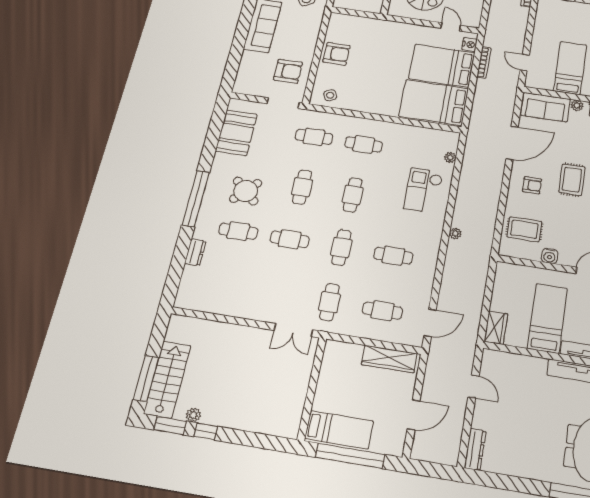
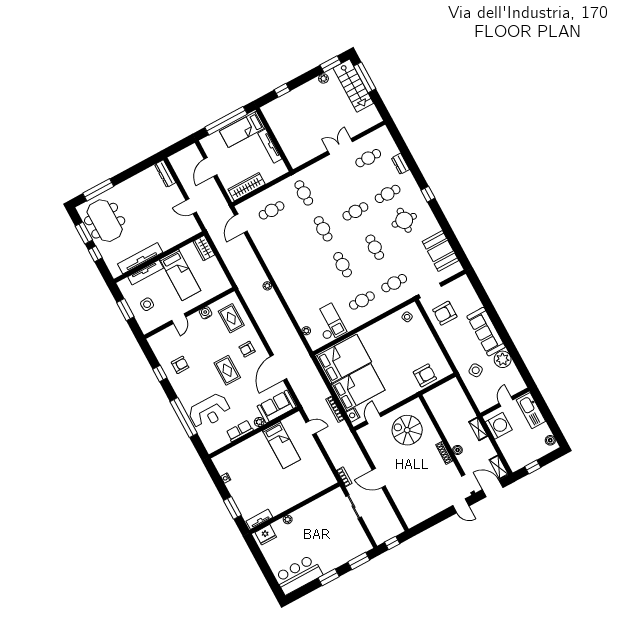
door: (451, 27) -> (374, 419), swing flipped
armchair: (336, 54) -> (425, 375), moved, turned 180
checkout: (423, 190) -> (329, 323), moved
round table: (246, 191) -> (404, 220), turned -38
window: (196, 199) -> (428, 194), width x0.32
rug: (524, 229) -> (231, 318), turned 90
cafe table: (393, 256) -> (368, 158), moved
double door: (293, 330) -> (340, 146), moved
tv unit: (323, 385) -> (270, 146), added
window: (206, 431) -> (282, 90), moved

